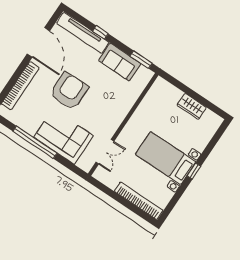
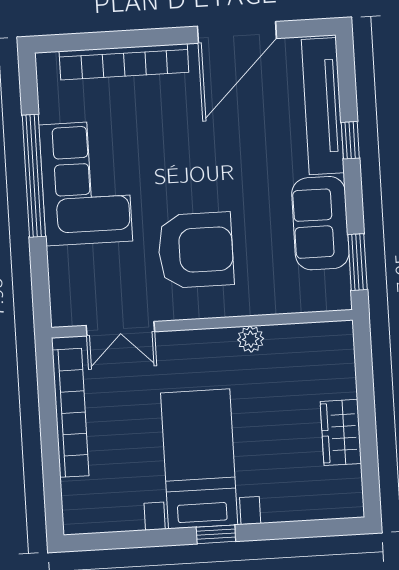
armchair: (69, 91) -> (196, 250), moved
plant: (140, 113) -> (251, 339), added
corner sofa: (64, 137) -> (86, 183), moved
bookcase: (139, 201) -> (71, 413), moved

